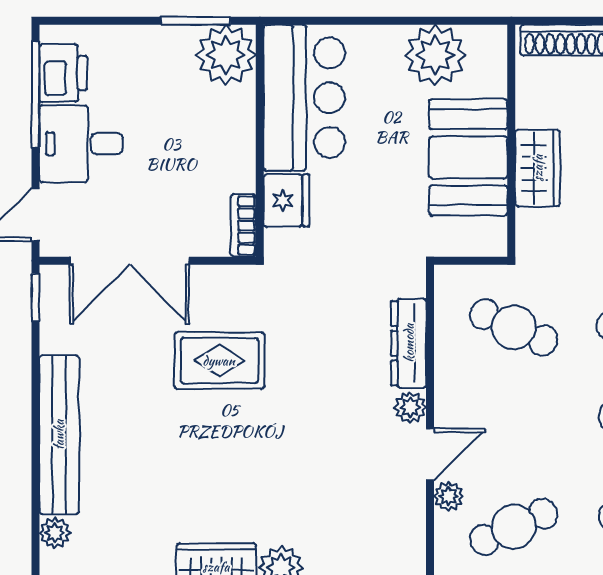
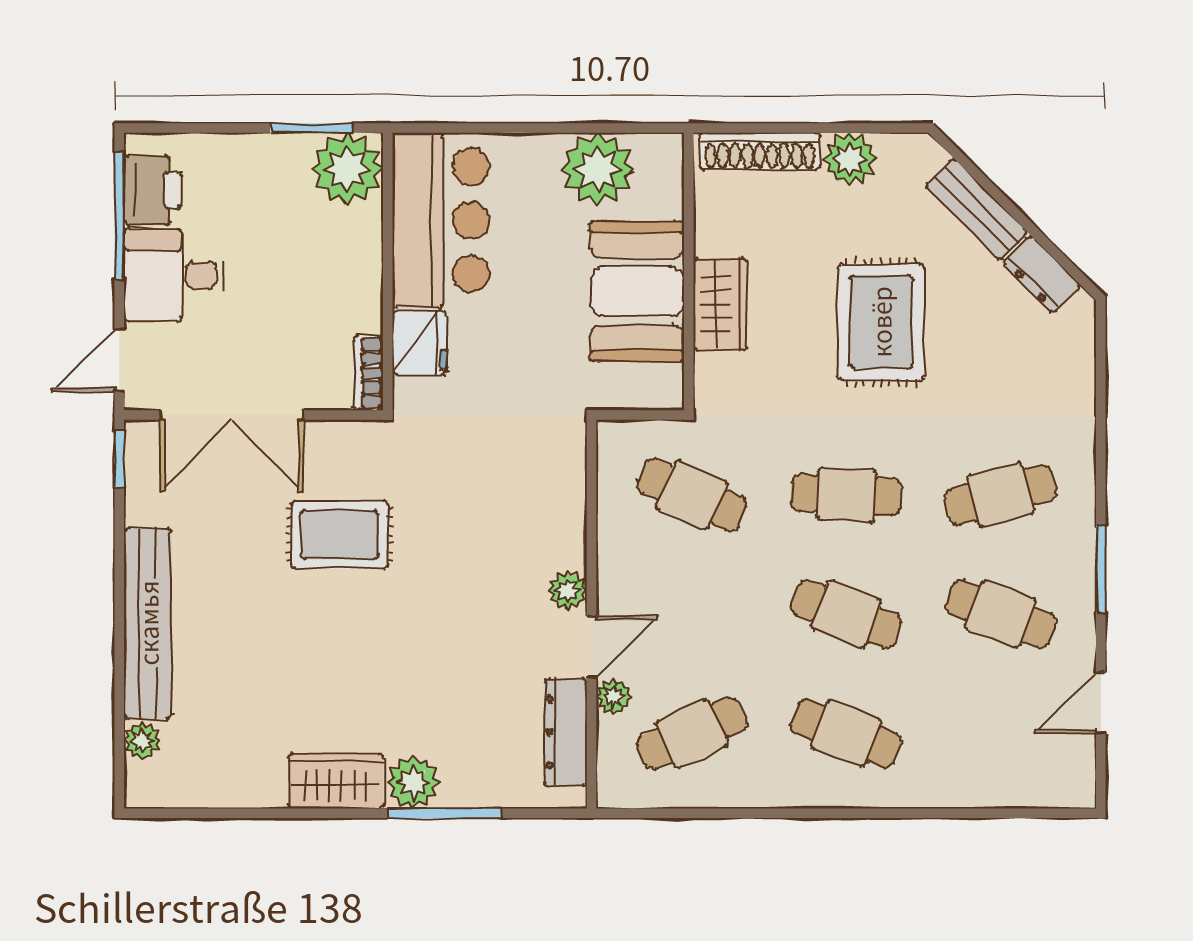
dresser: (409, 343) -> (566, 732), moved

